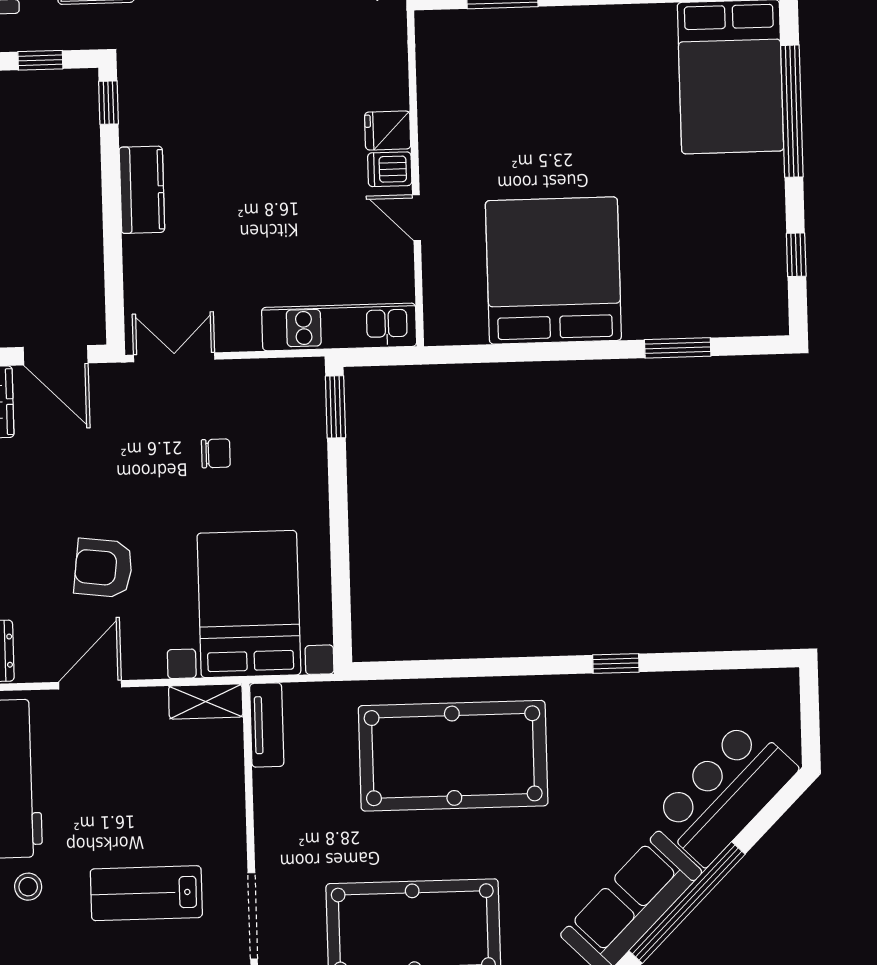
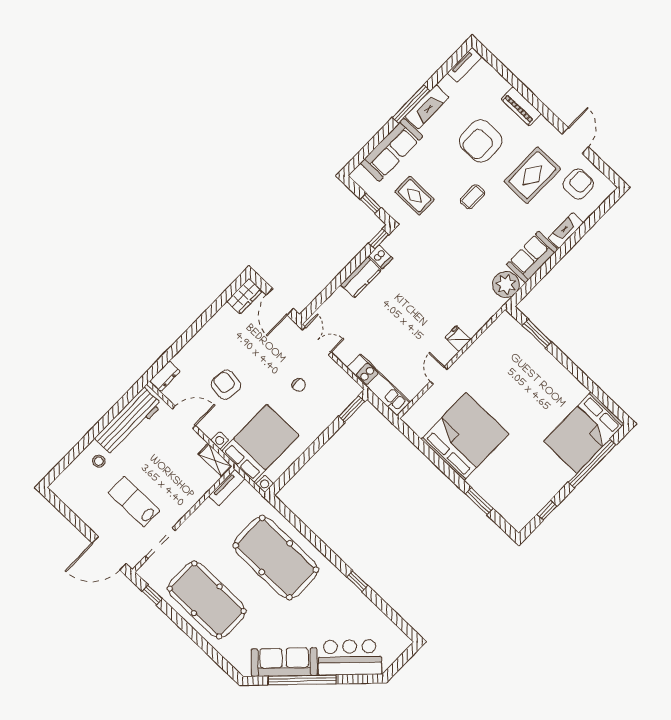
dishwasher: (390, 169) -> (381, 257), moved, turned 180

